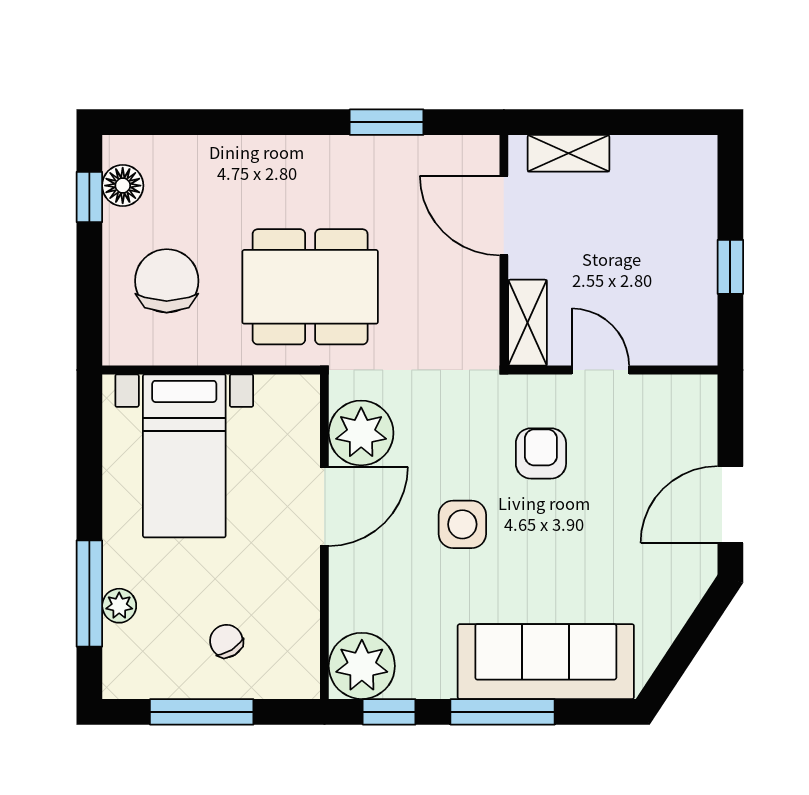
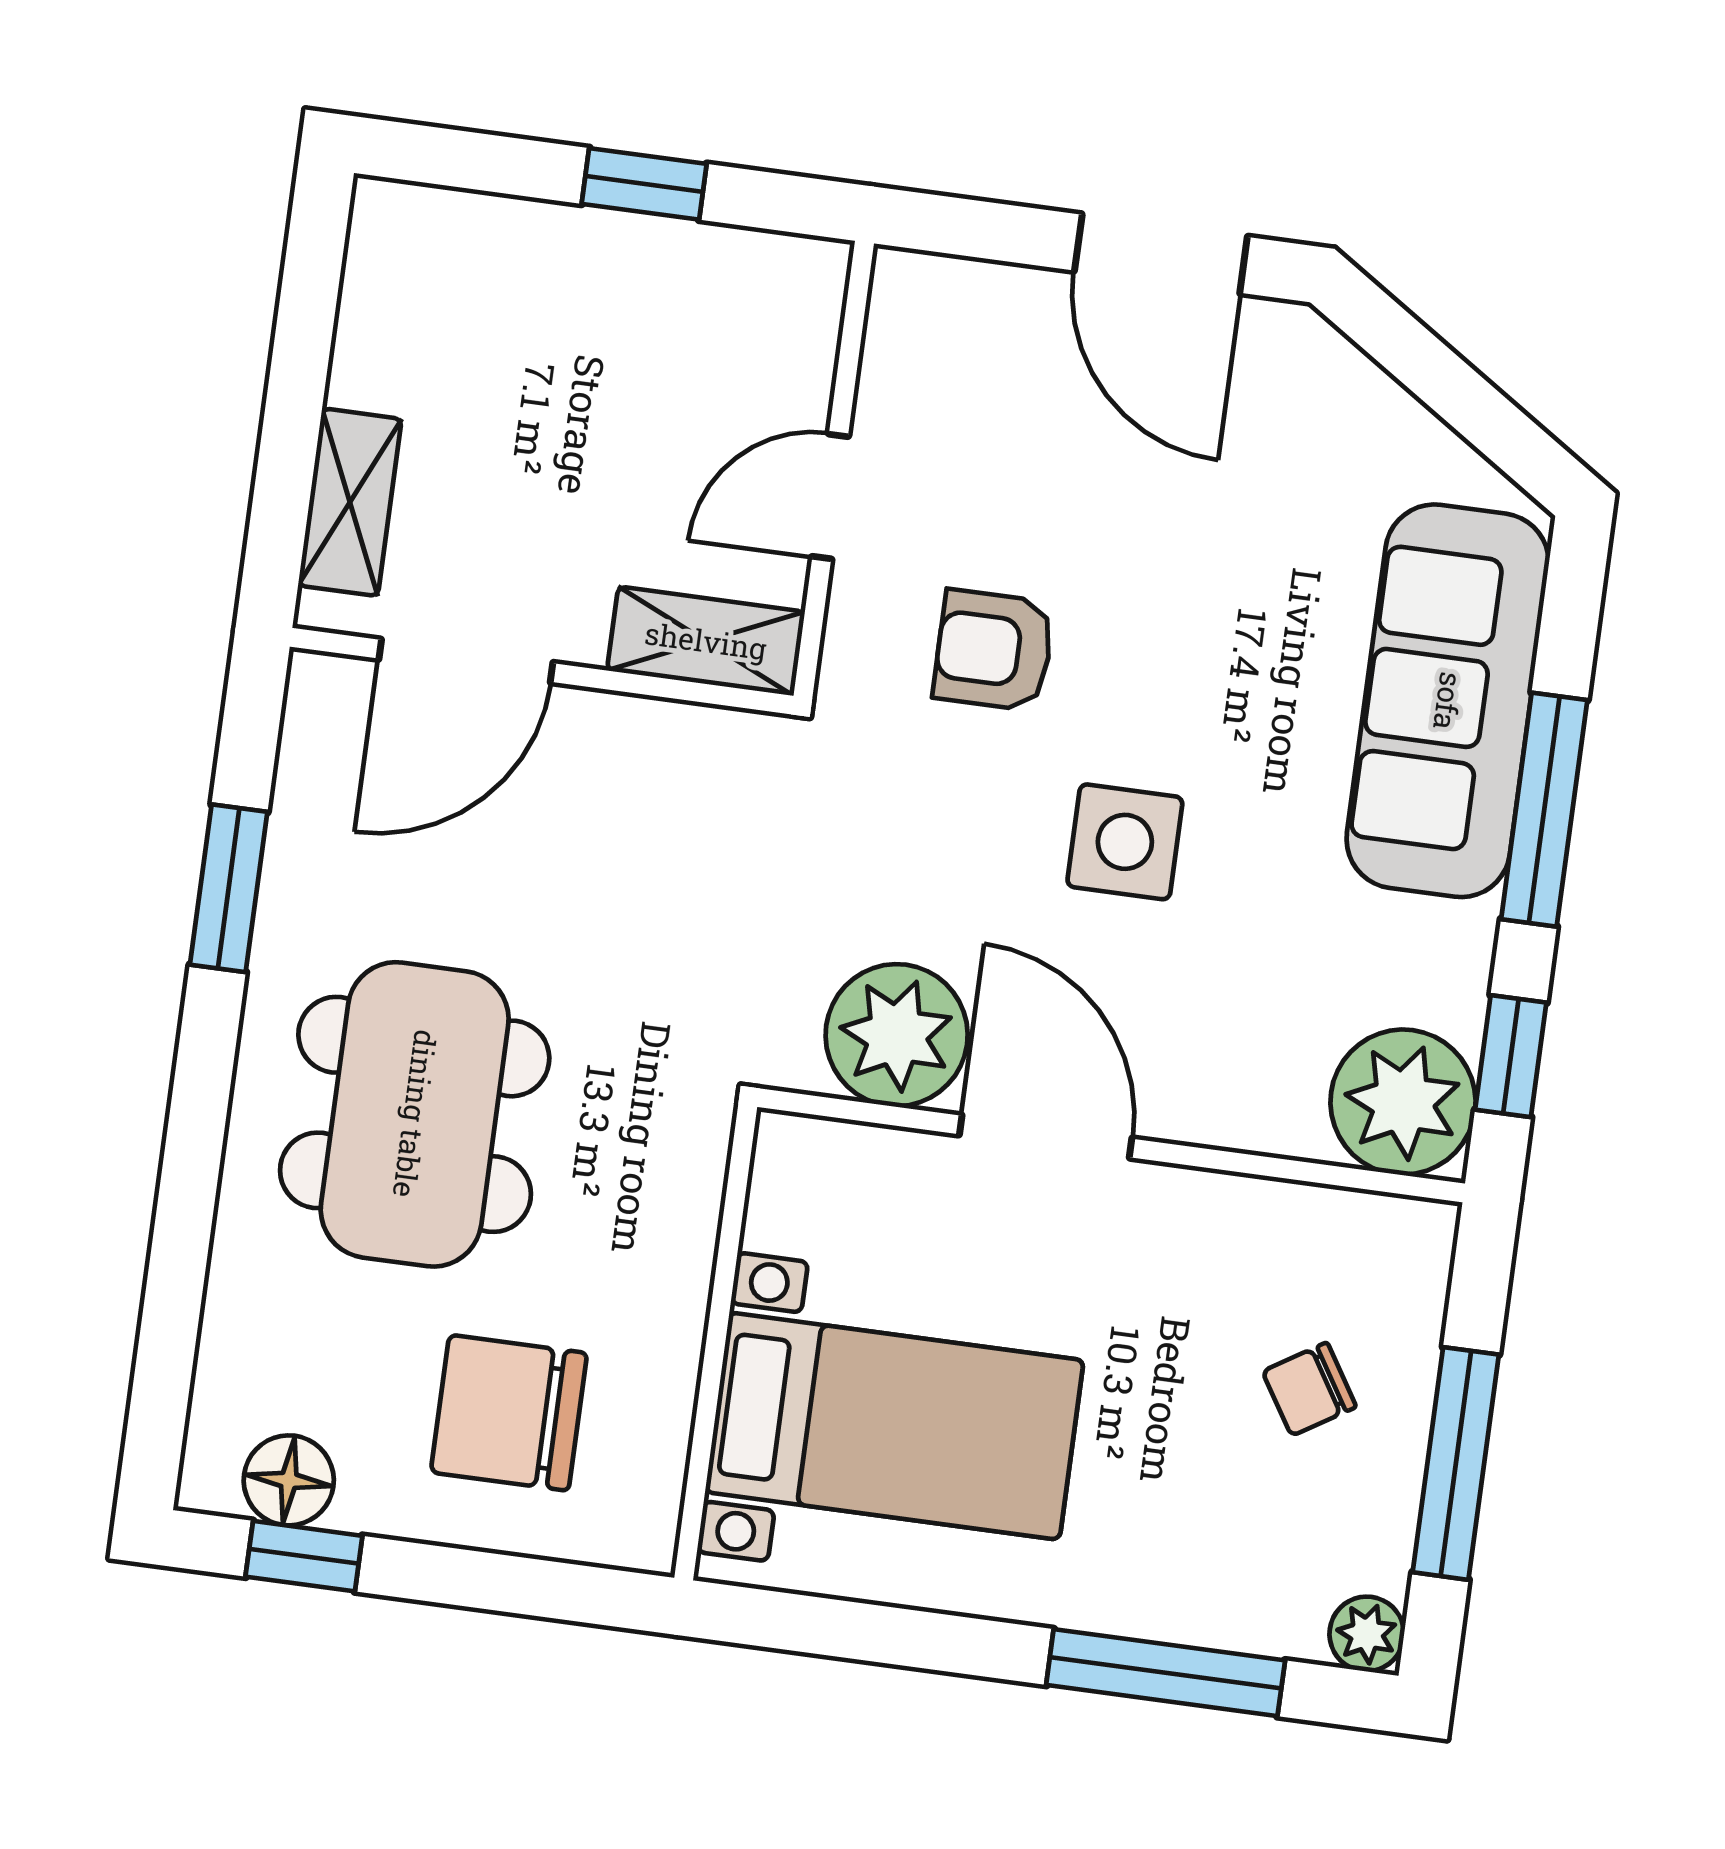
dining table: (310, 287) -> (415, 1114), moved
plant: (119, 606) -> (1367, 1634), moved

